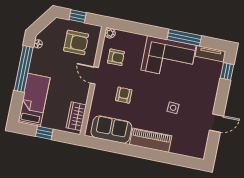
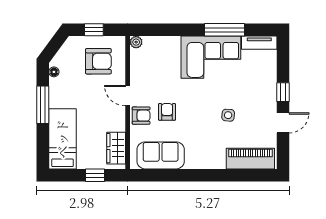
armchair: (116, 57) -> (141, 116), moved
window: (24, 69) -> (43, 105), width x0.68
window: (227, 71) -> (283, 92), moved
window: (44, 133) -> (95, 175), moved
piano: (151, 140) -> (250, 159), moved

